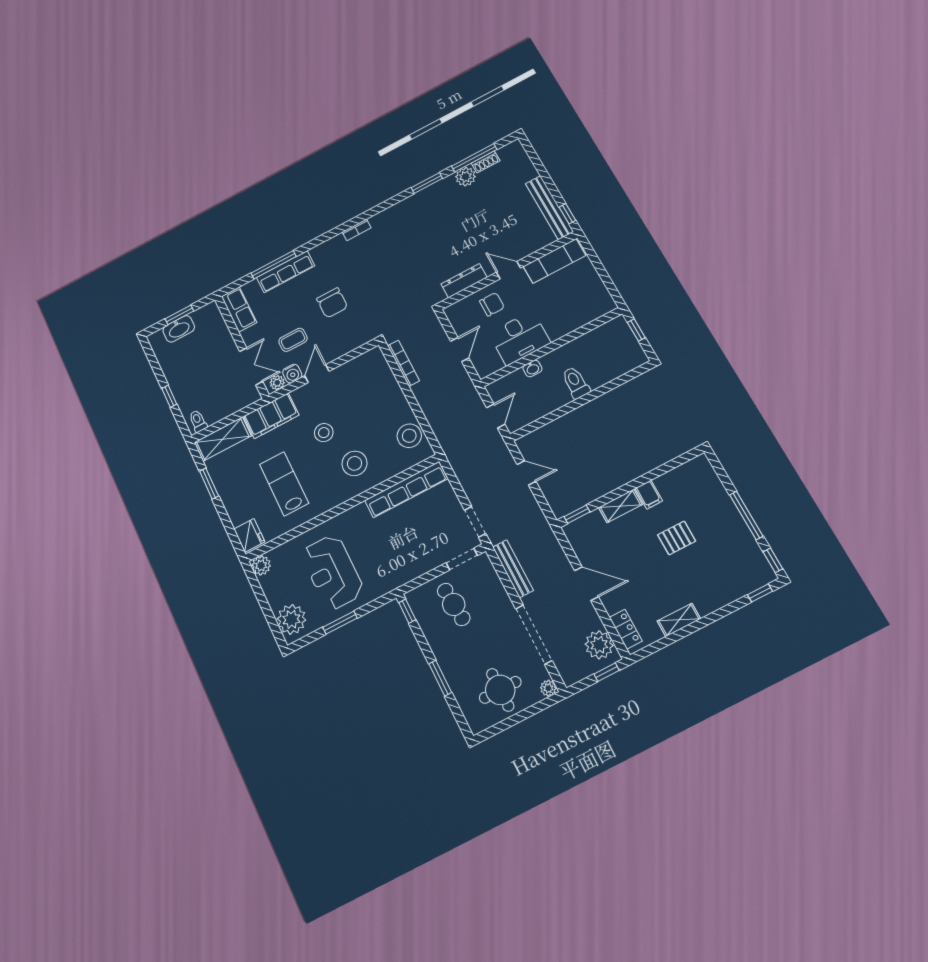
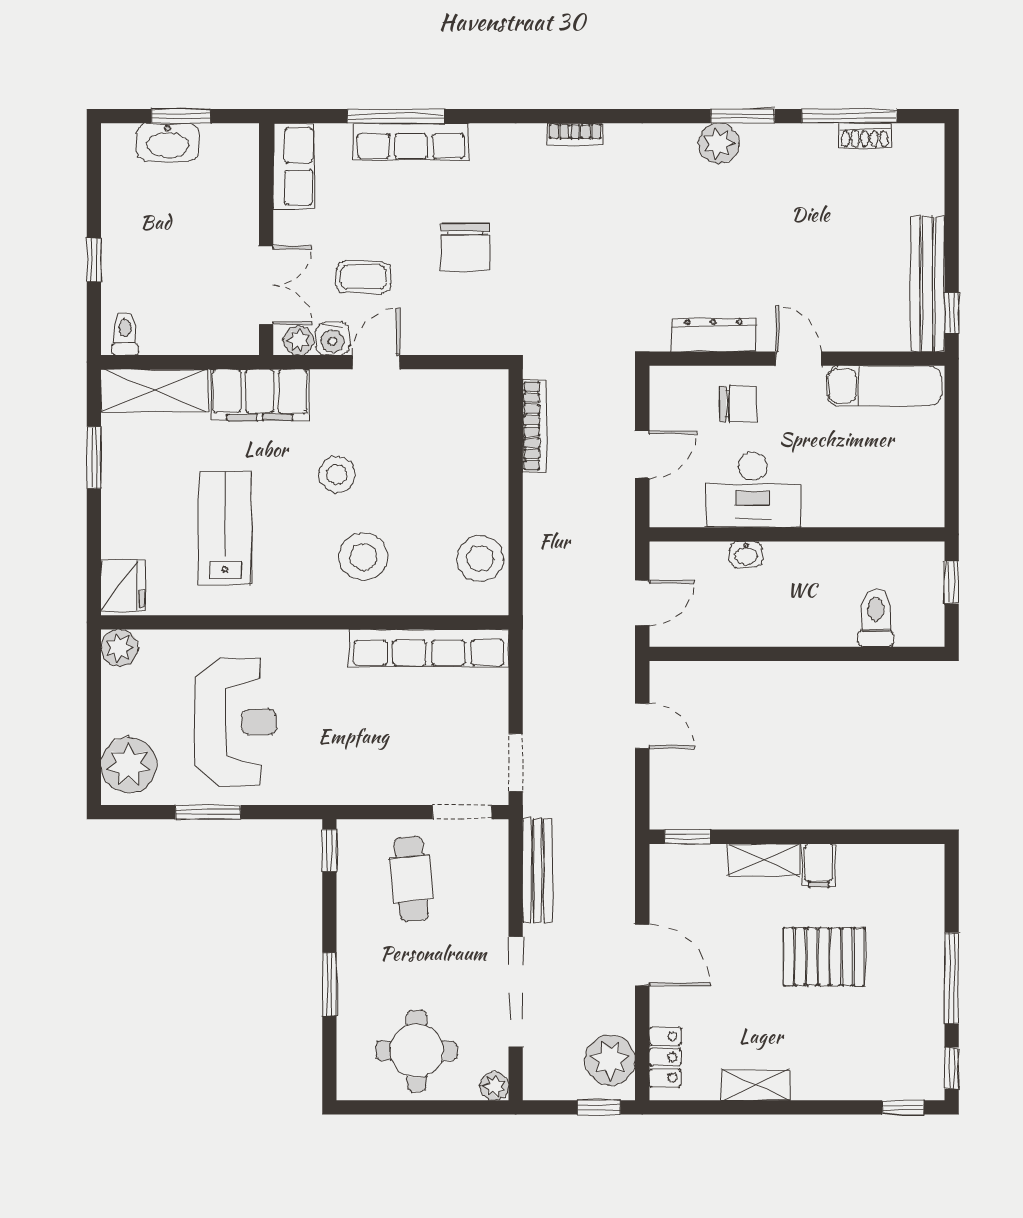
plant: (466, 177) -> (718, 143), moved
toilet: (576, 383) -> (876, 618), moved
pallet: (677, 538) -> (824, 957), width x1.50, depth x1.42
reception desk: (332, 572) -> (236, 722), turned 180

